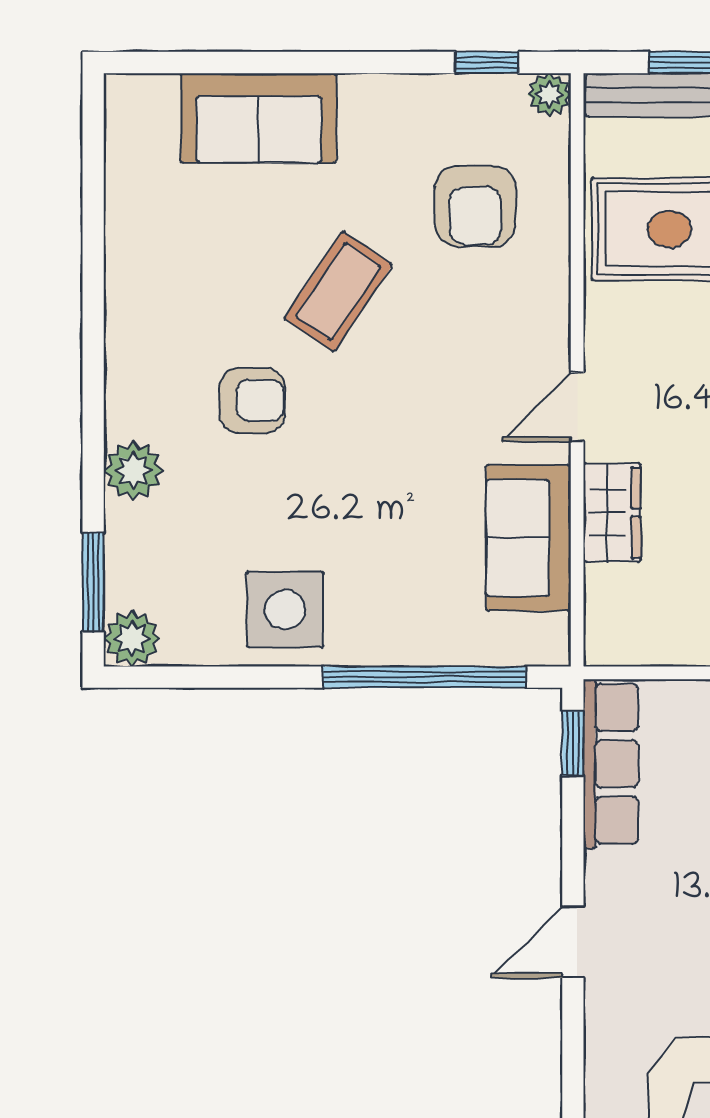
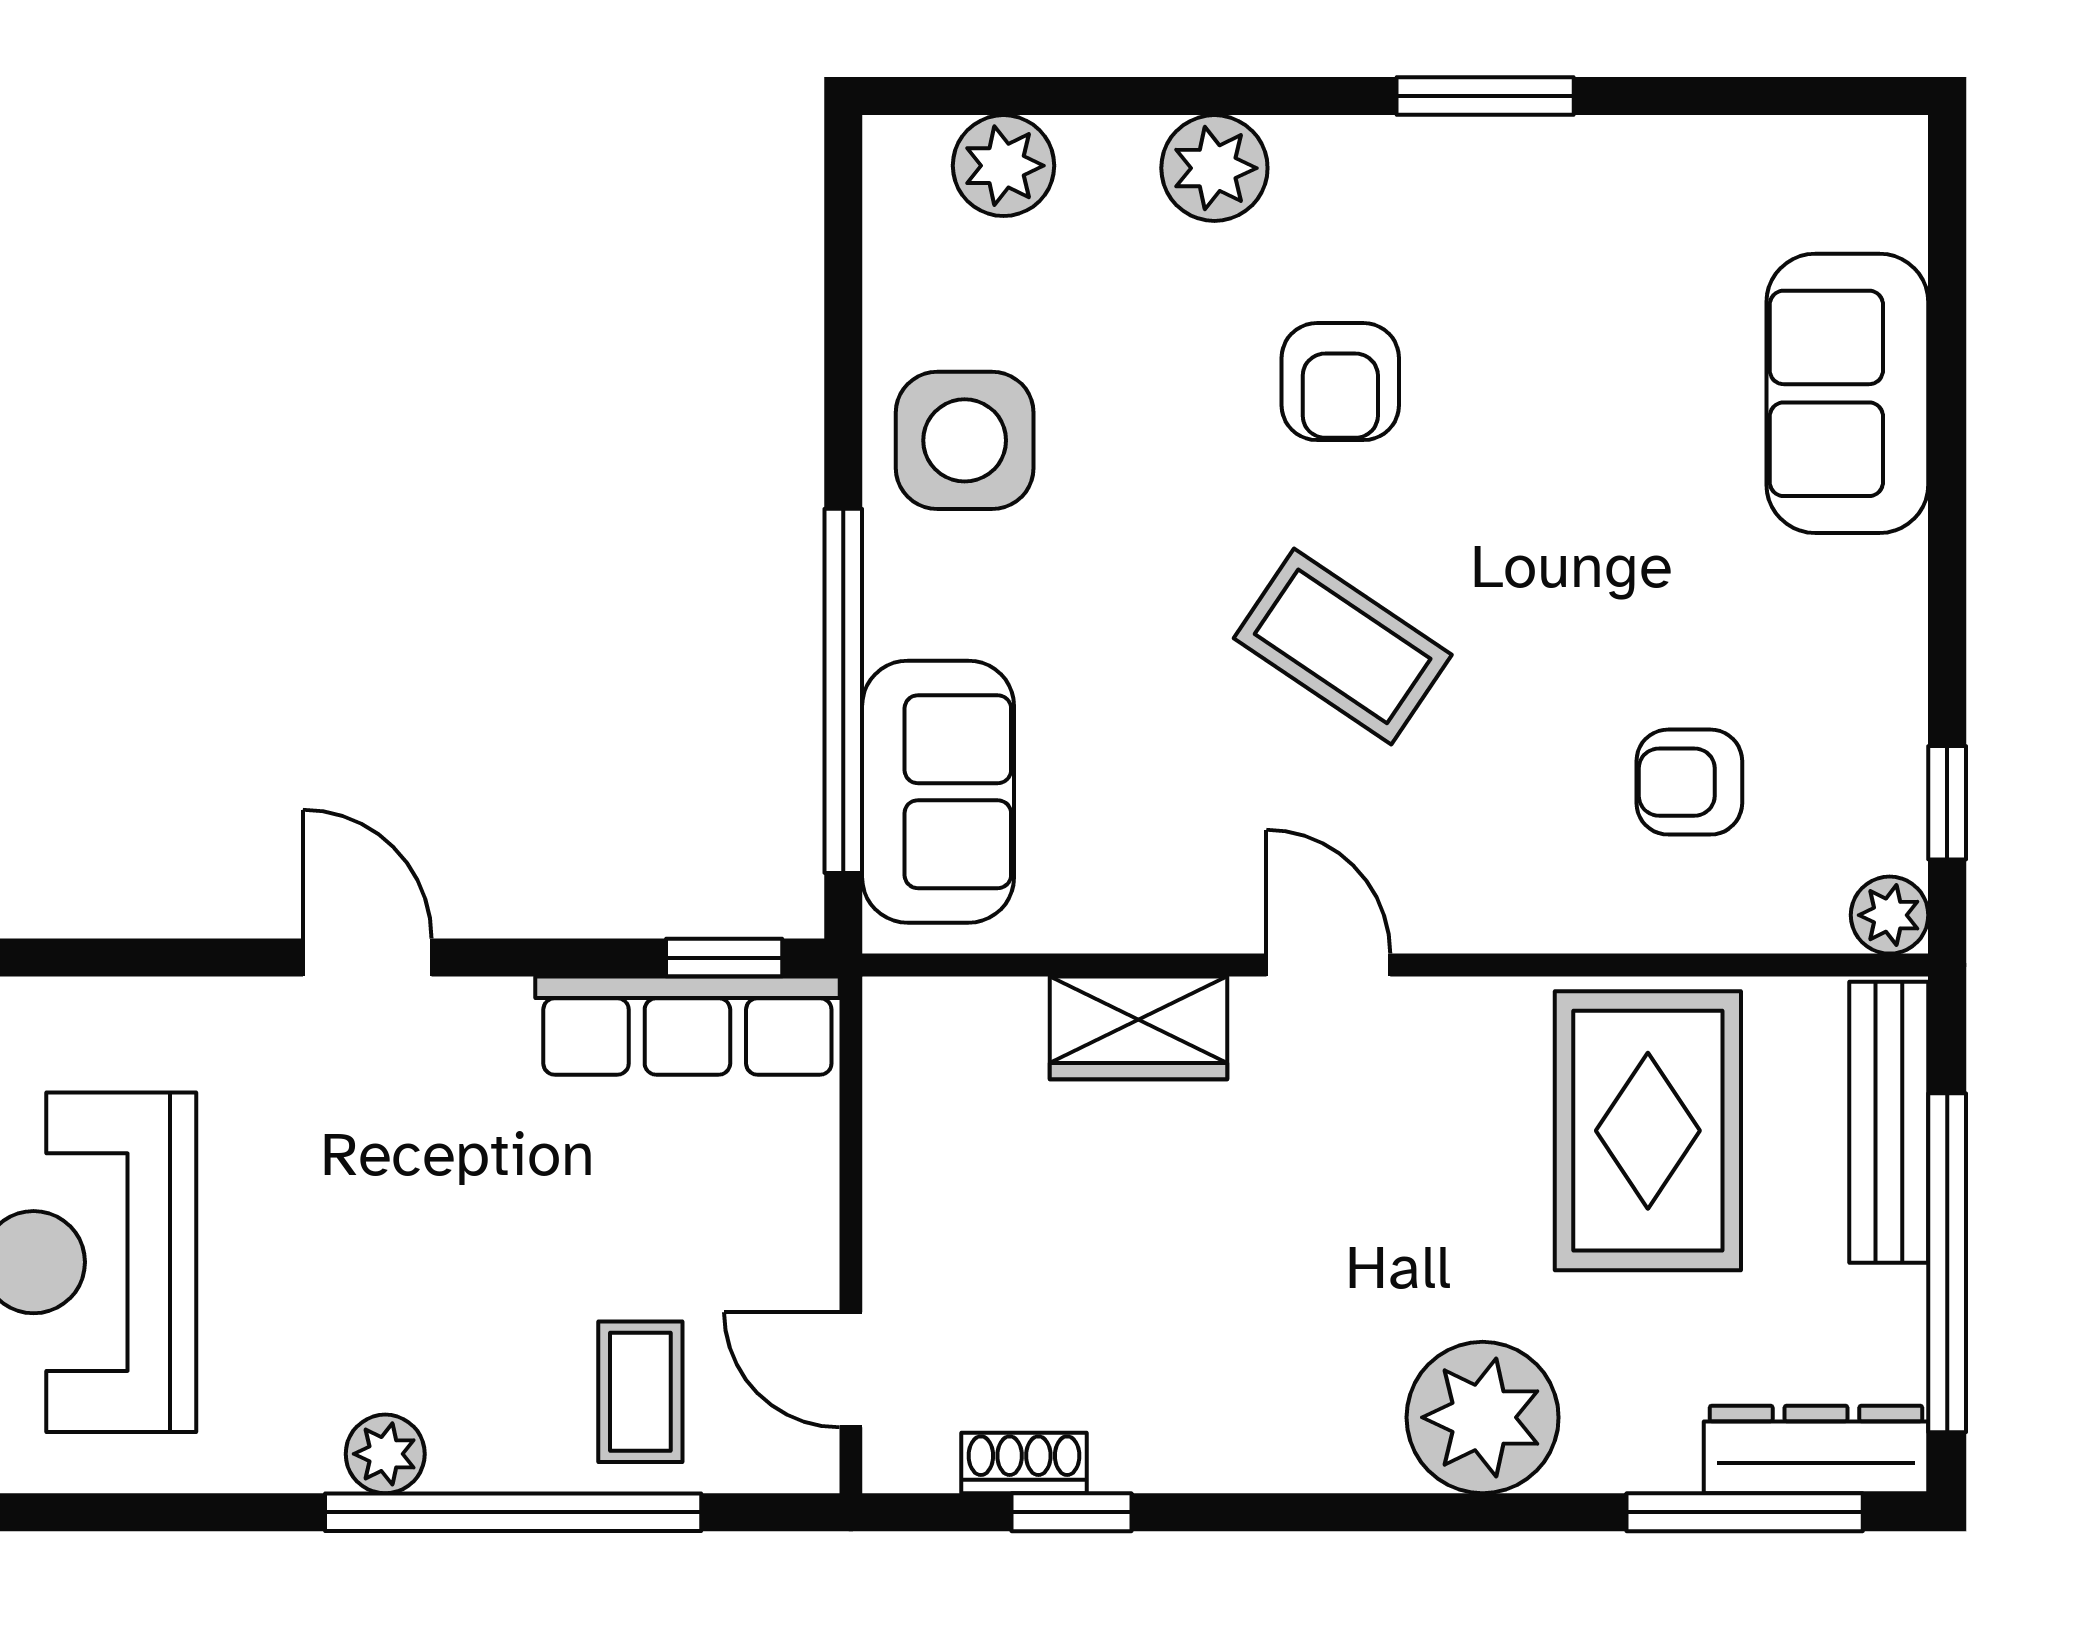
armchair: (475, 206) -> (1689, 782), width x0.72, depth x0.72
coffee table: (338, 292) -> (1343, 646), moved
sofa: (529, 538) -> (938, 792), moved, turned 90
window: (93, 582) -> (1485, 96), moved
plant: (132, 638) -> (1004, 166), moved

